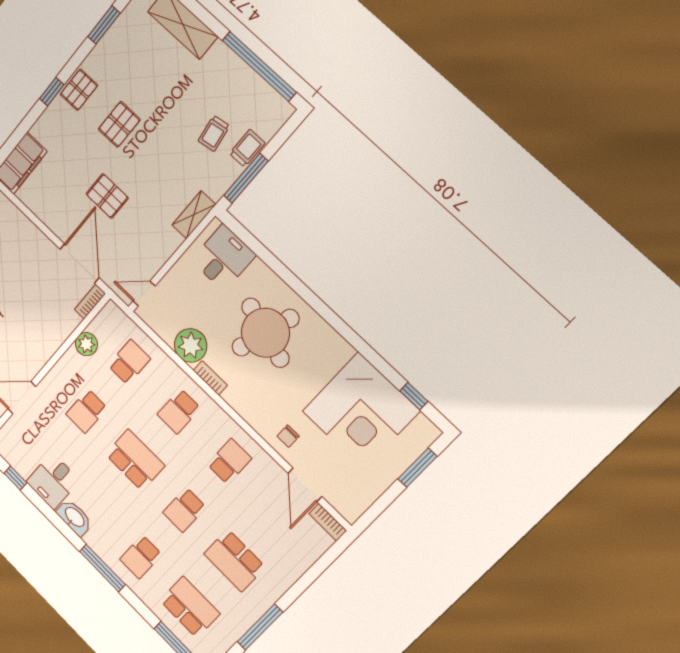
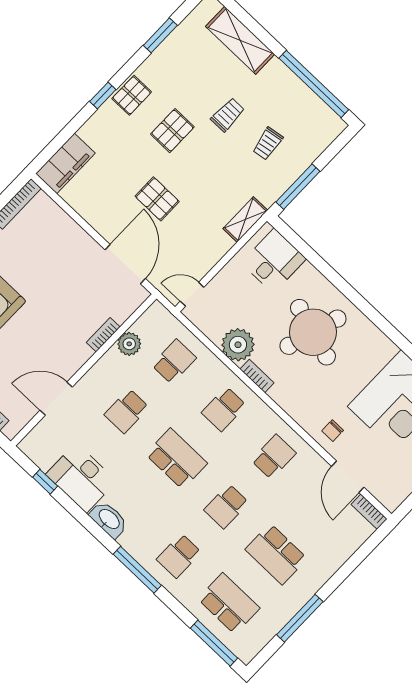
trolley: (247, 148) -> (228, 115), moved
bookcase: (90, 302) -> (103, 335), moved
desk: (53, 481) -> (81, 478), width x1.37

